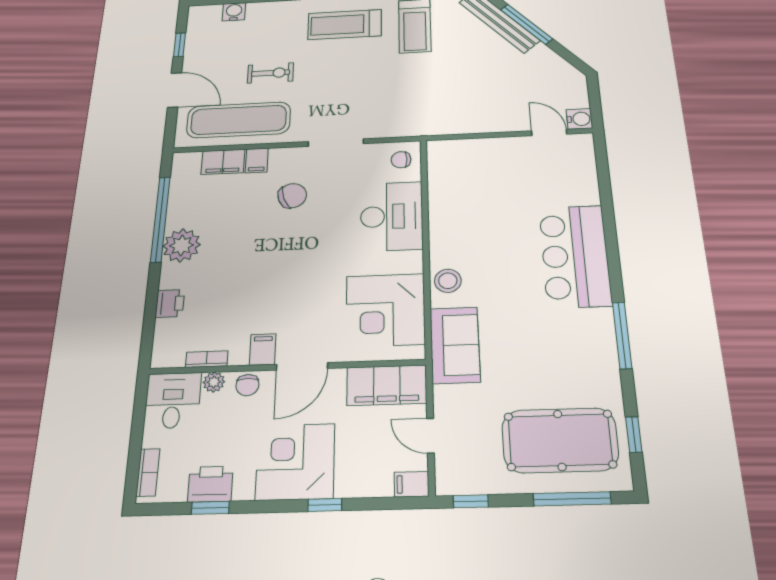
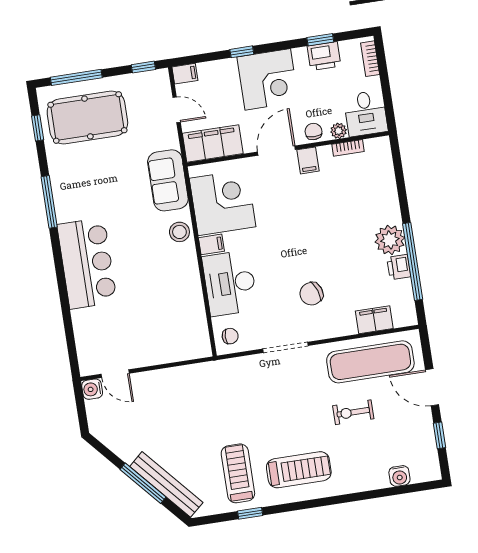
filing cabinet: (257, 160) -> (211, 244), moved, turned 90
printer: (170, 303) -> (399, 267), moved

